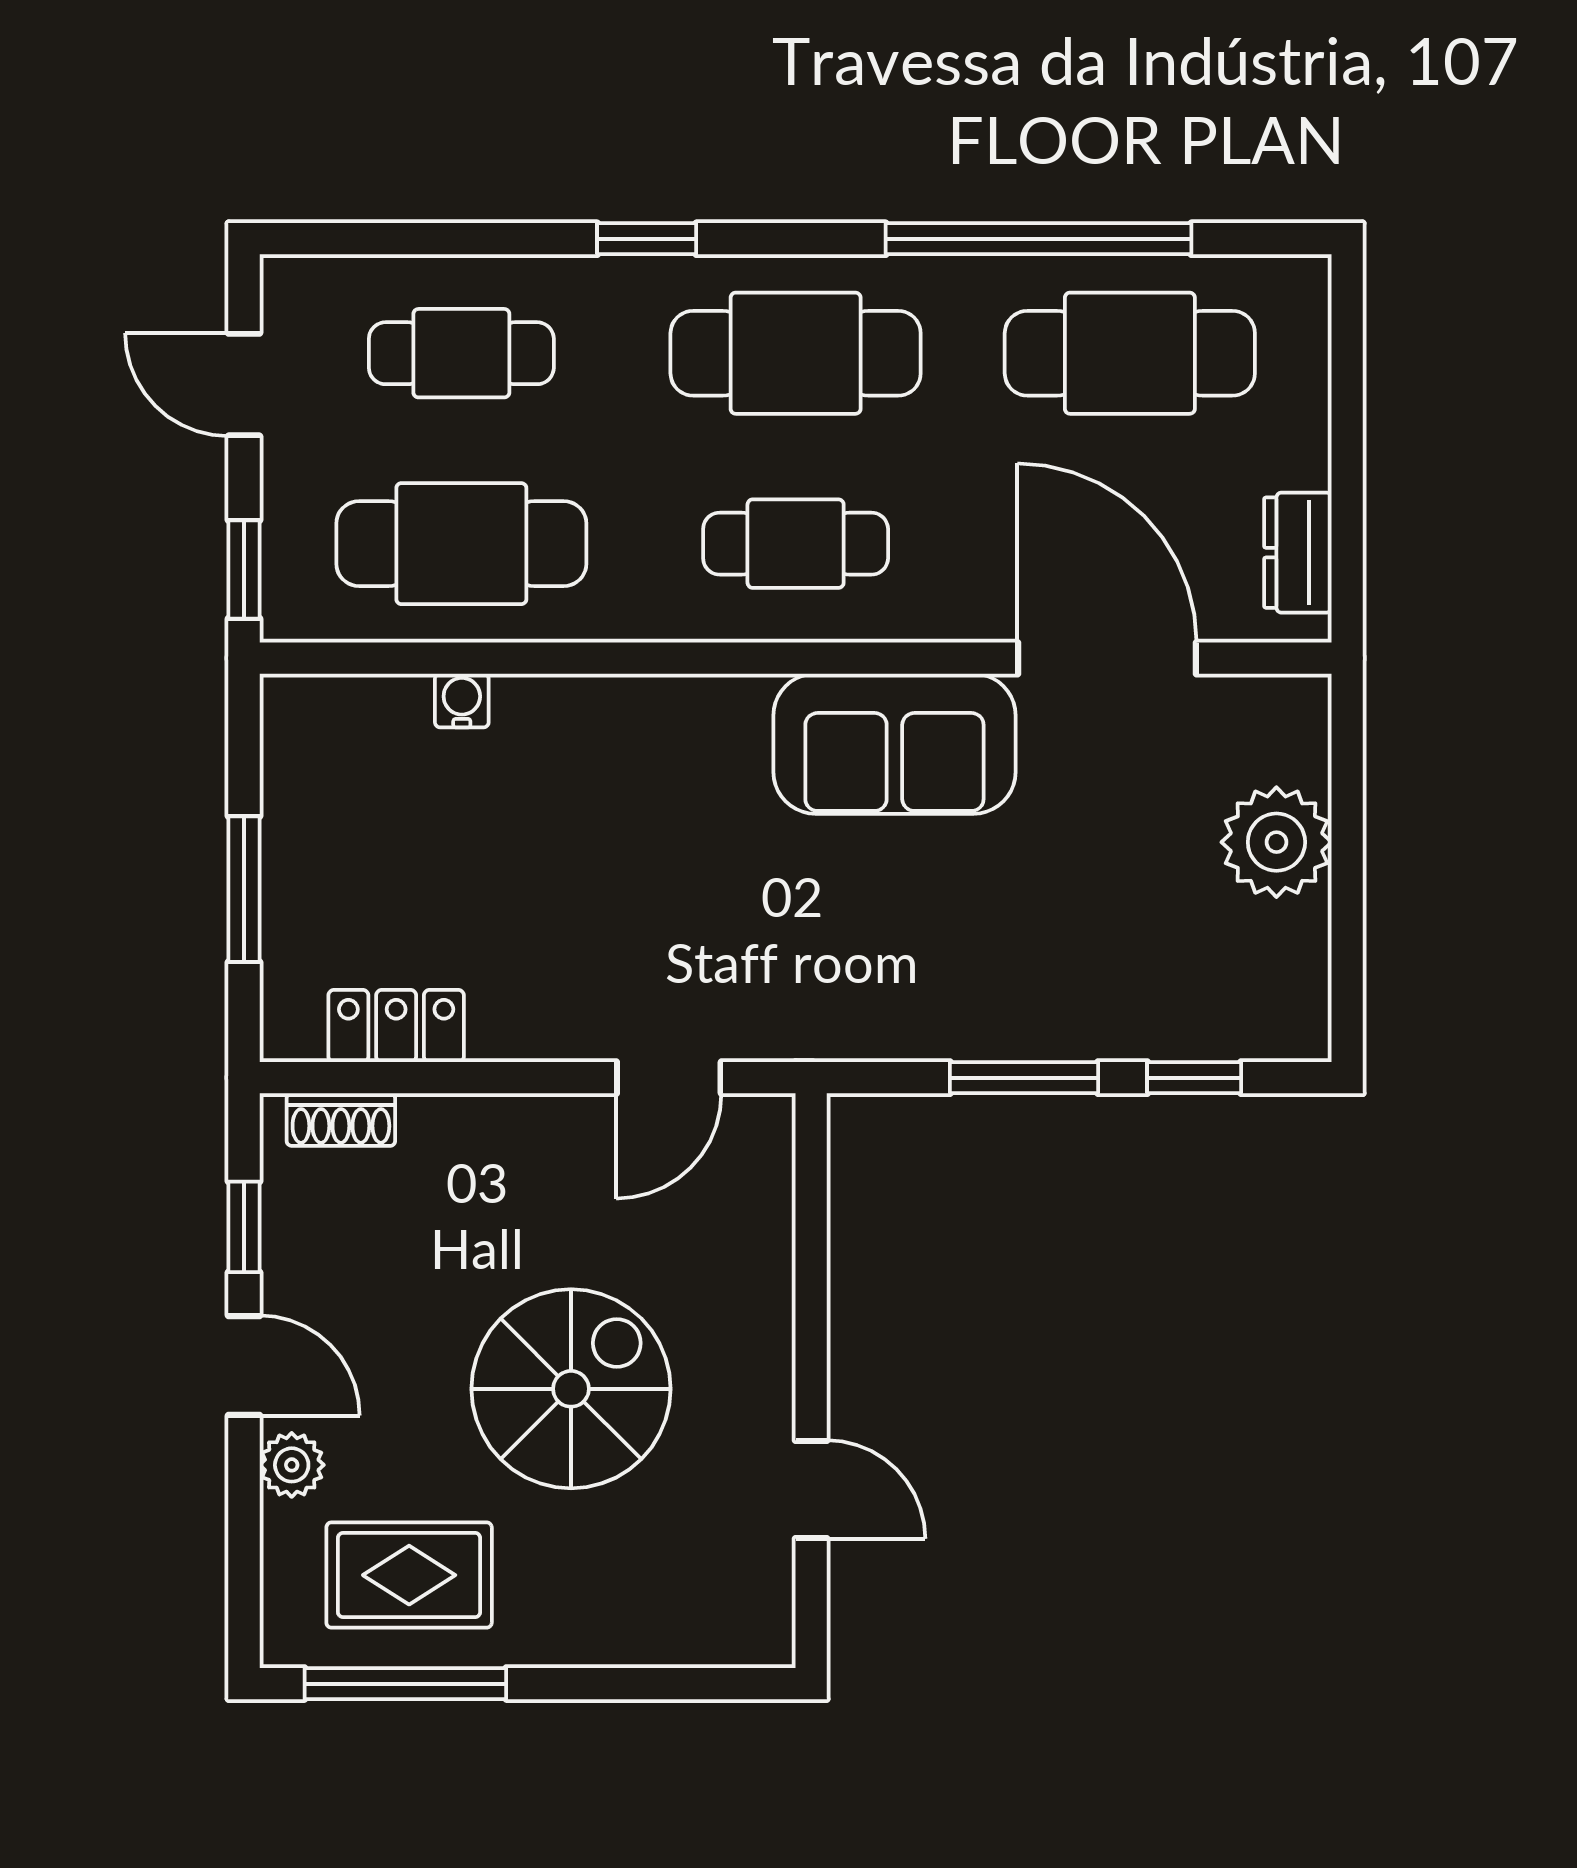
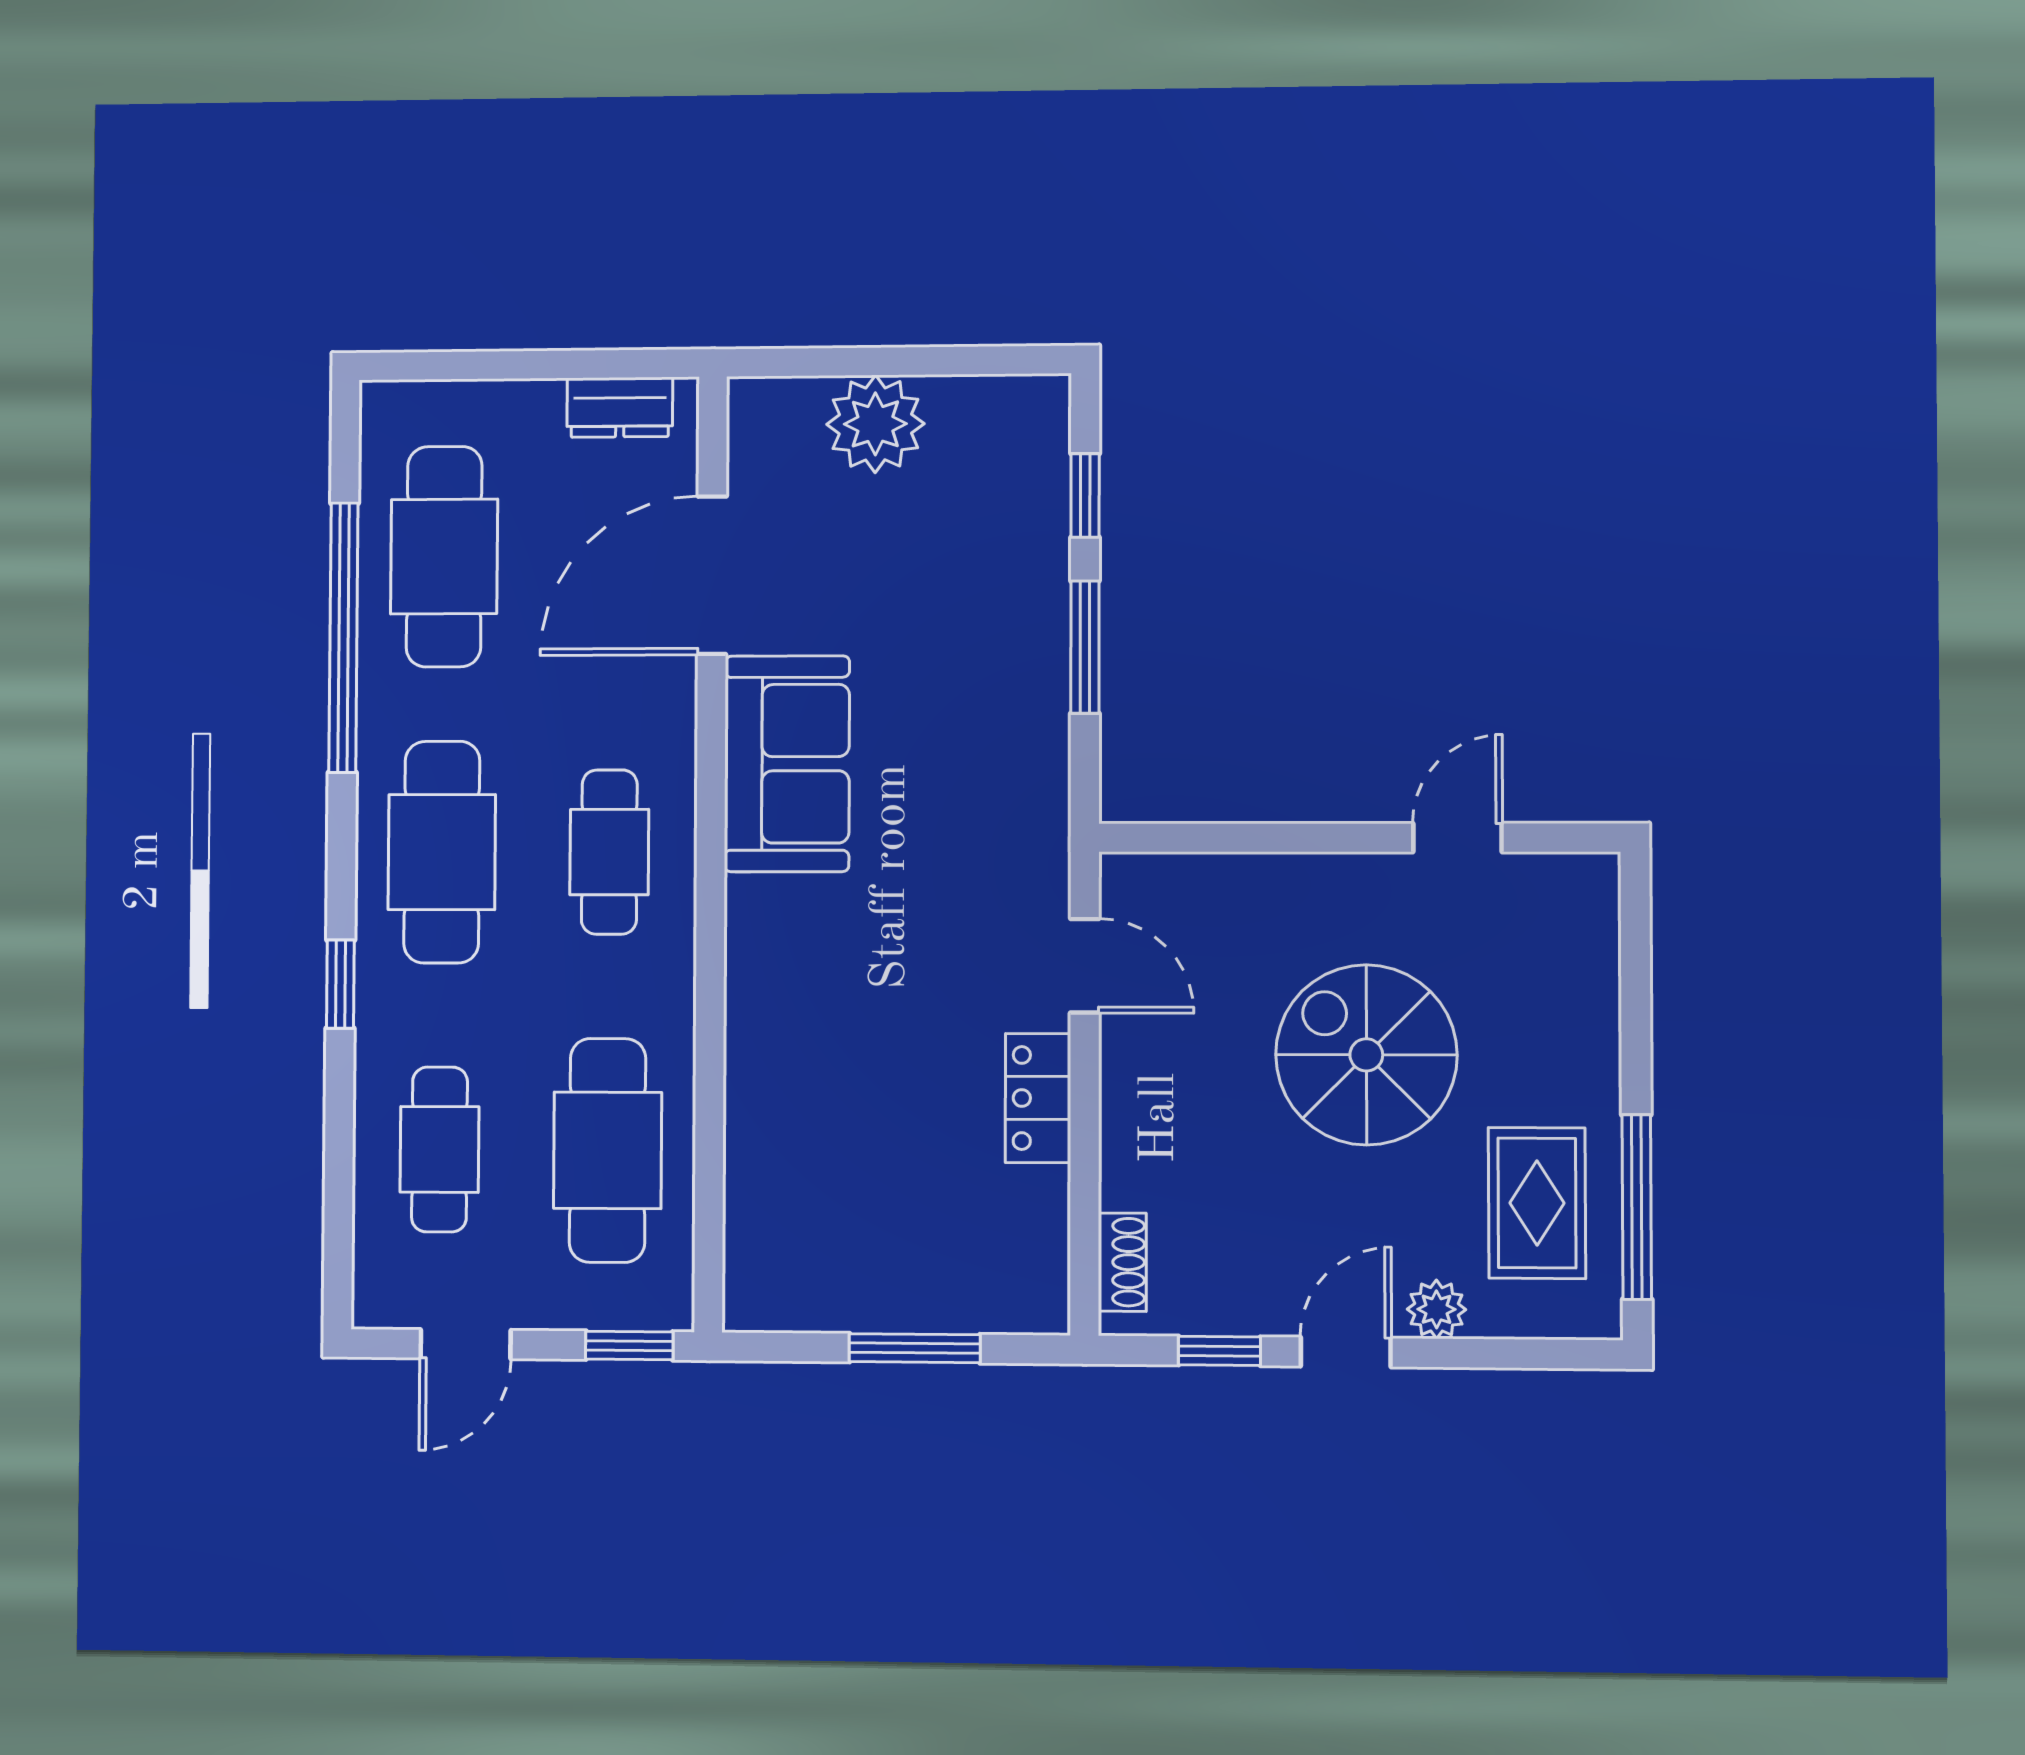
water cooler: (462, 701) -> (747, 1151), removed
locker: (396, 1026) -> (1038, 1098), moved

